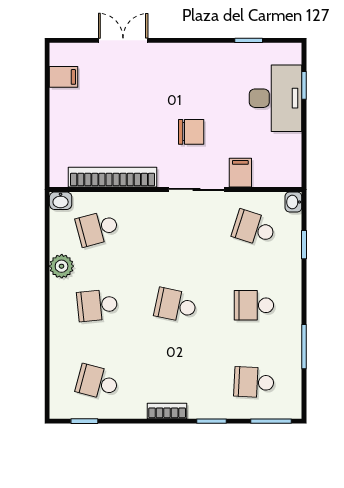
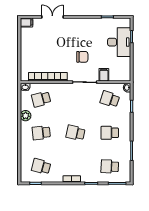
filing cabinet: (64, 77) -> (26, 22), moved

